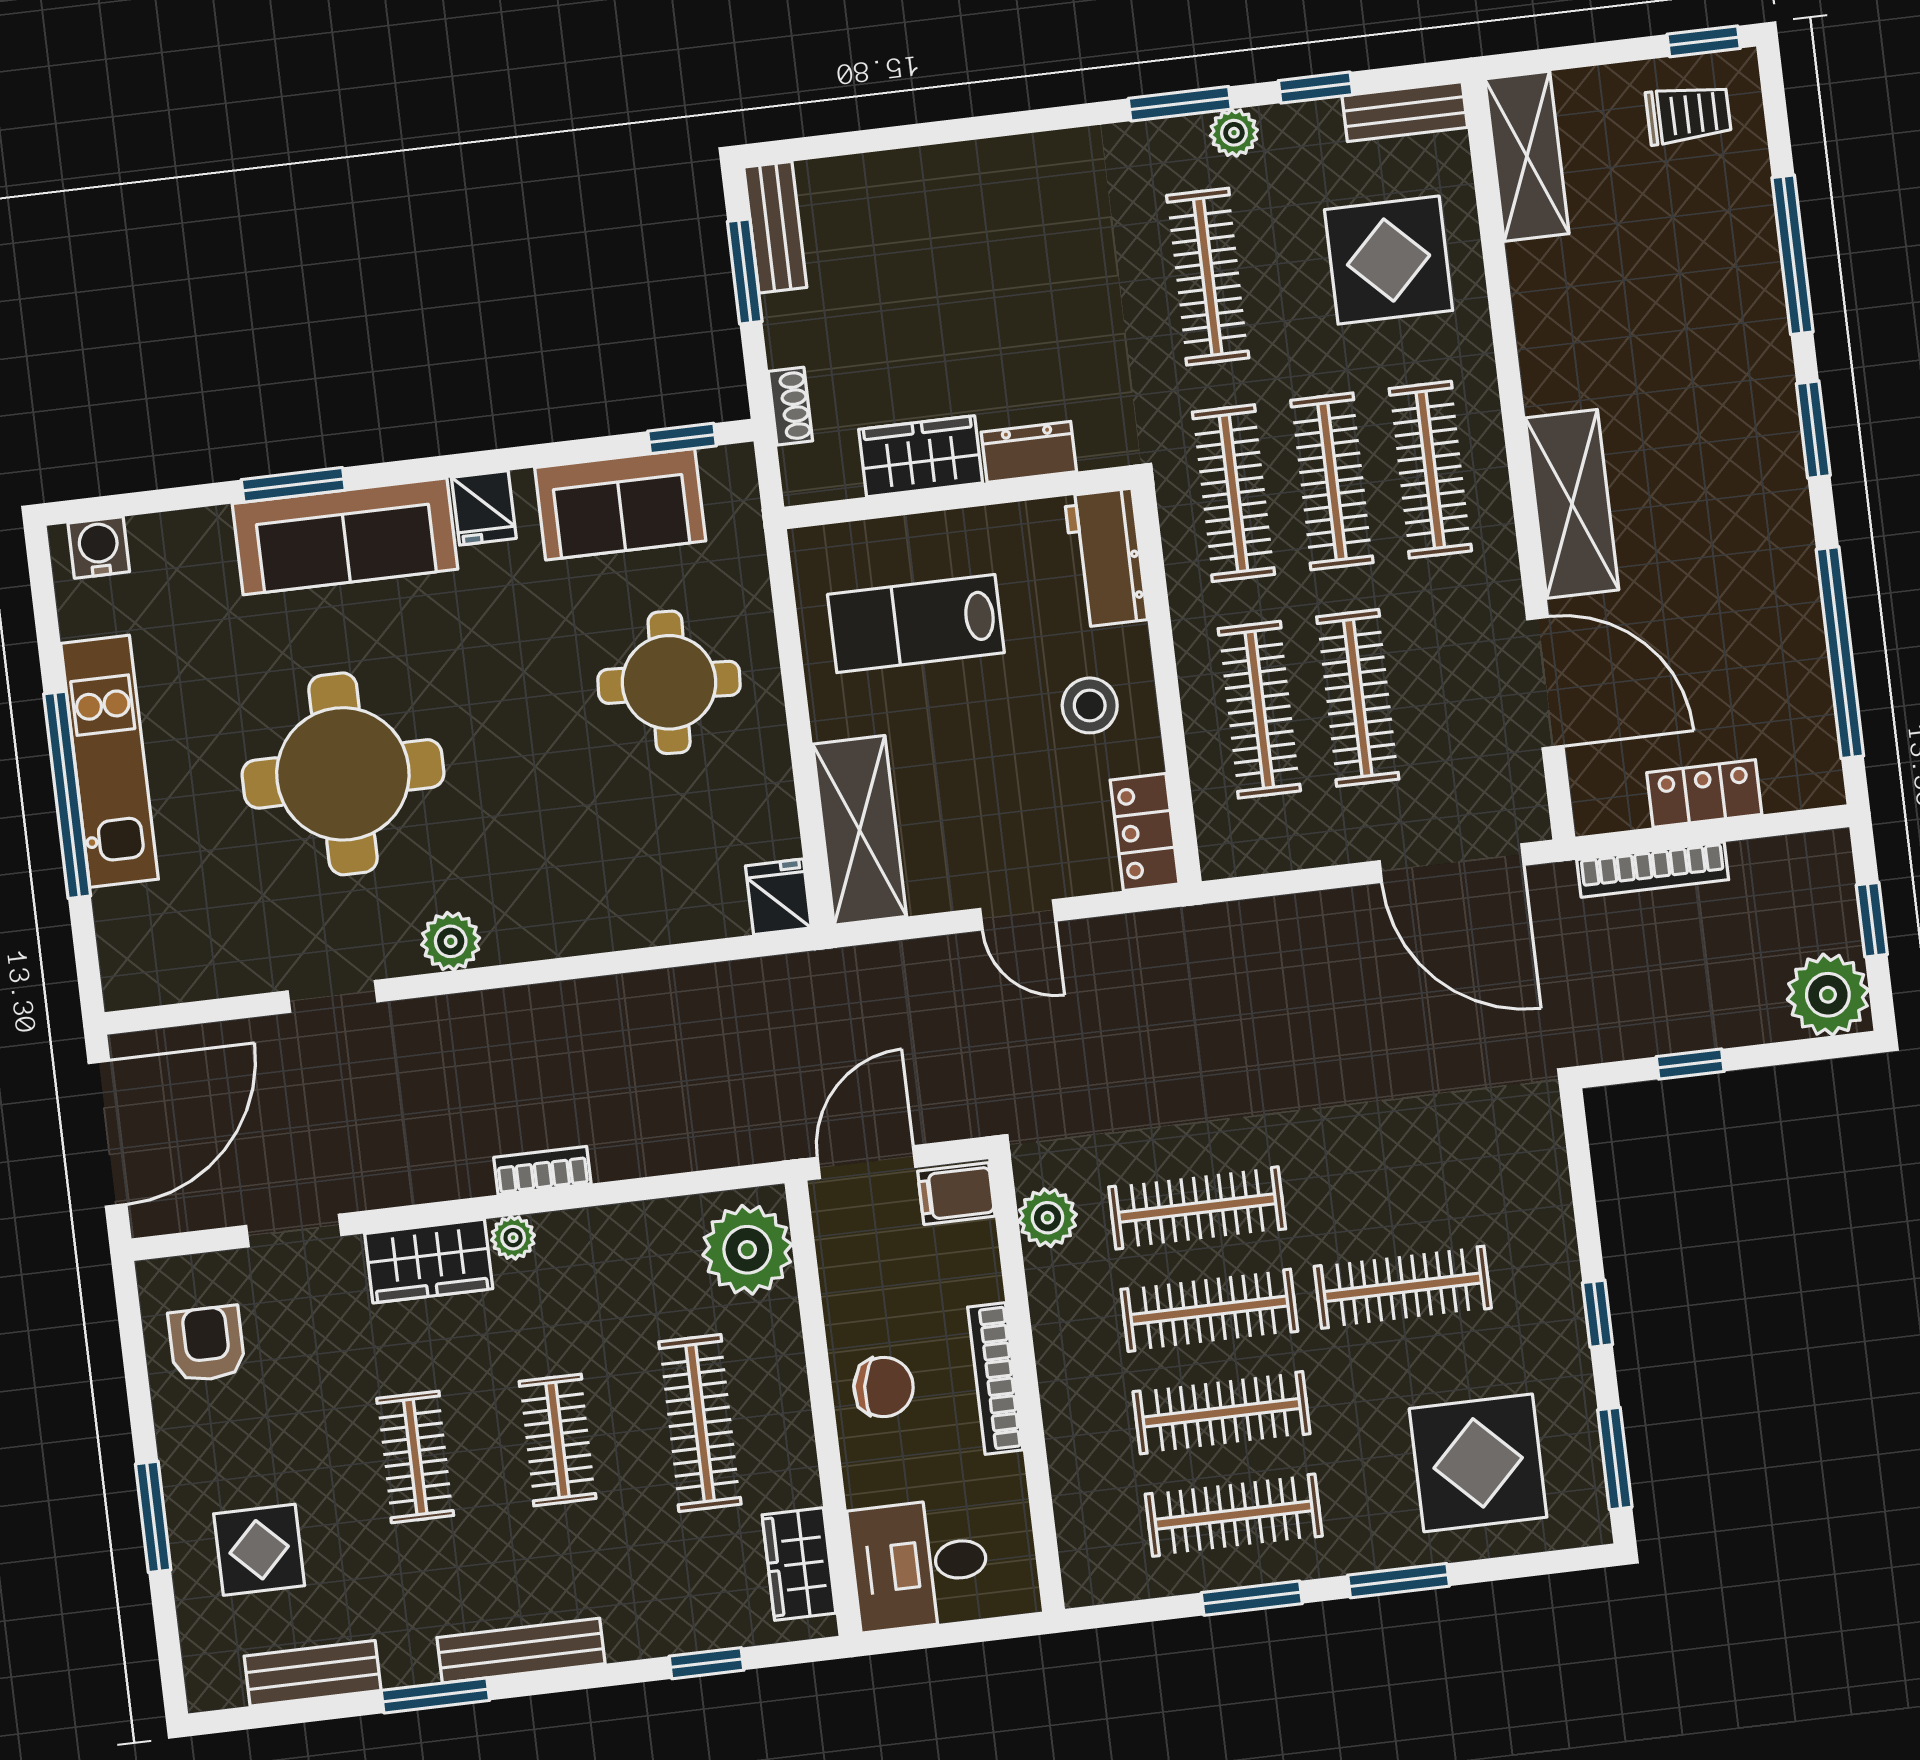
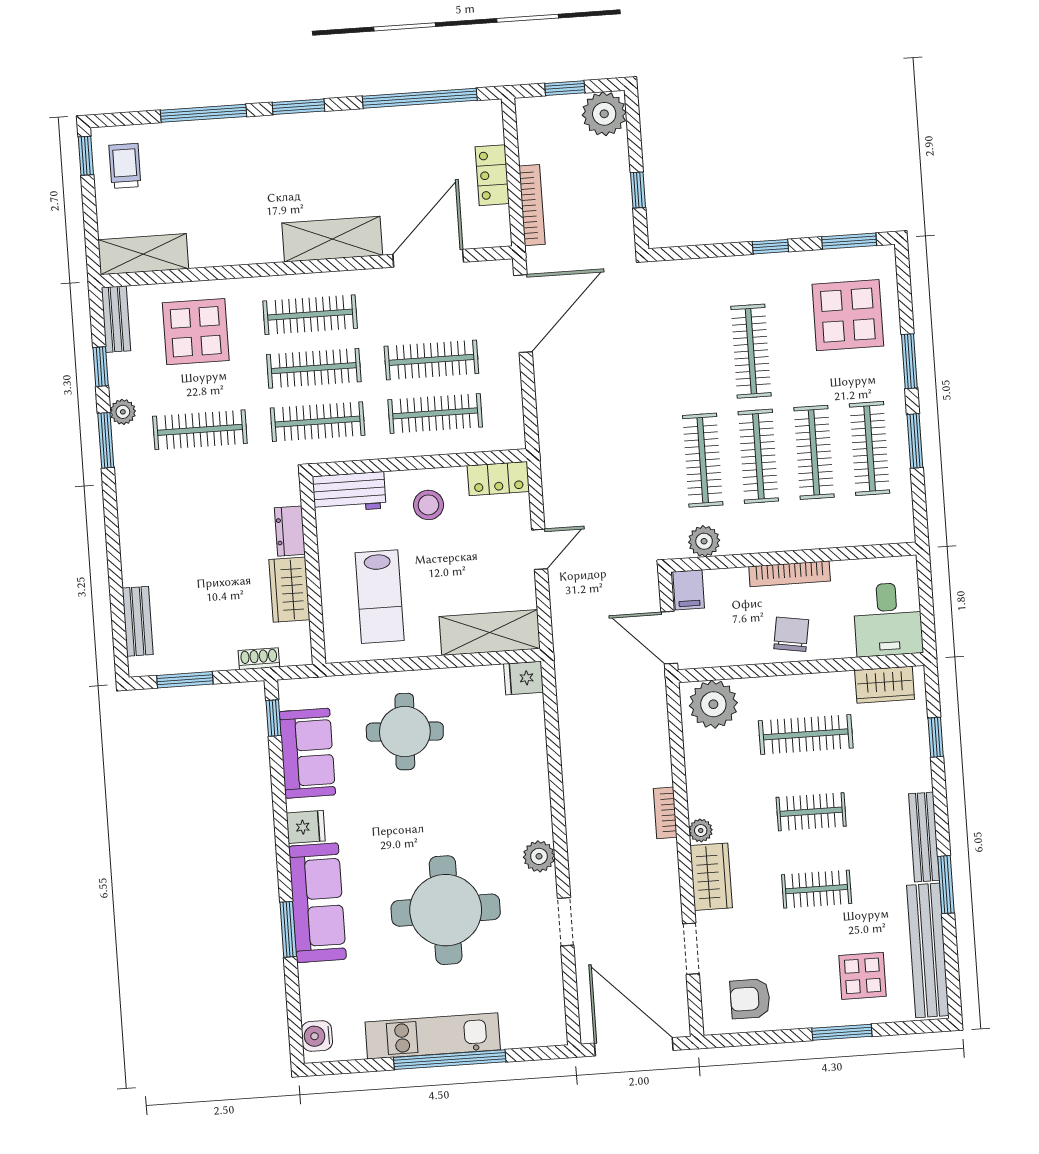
bench: (775, 227) -> (138, 621), moved, turned 90
bench: (313, 1673) -> (928, 950), width x1.86, depth x1.21

